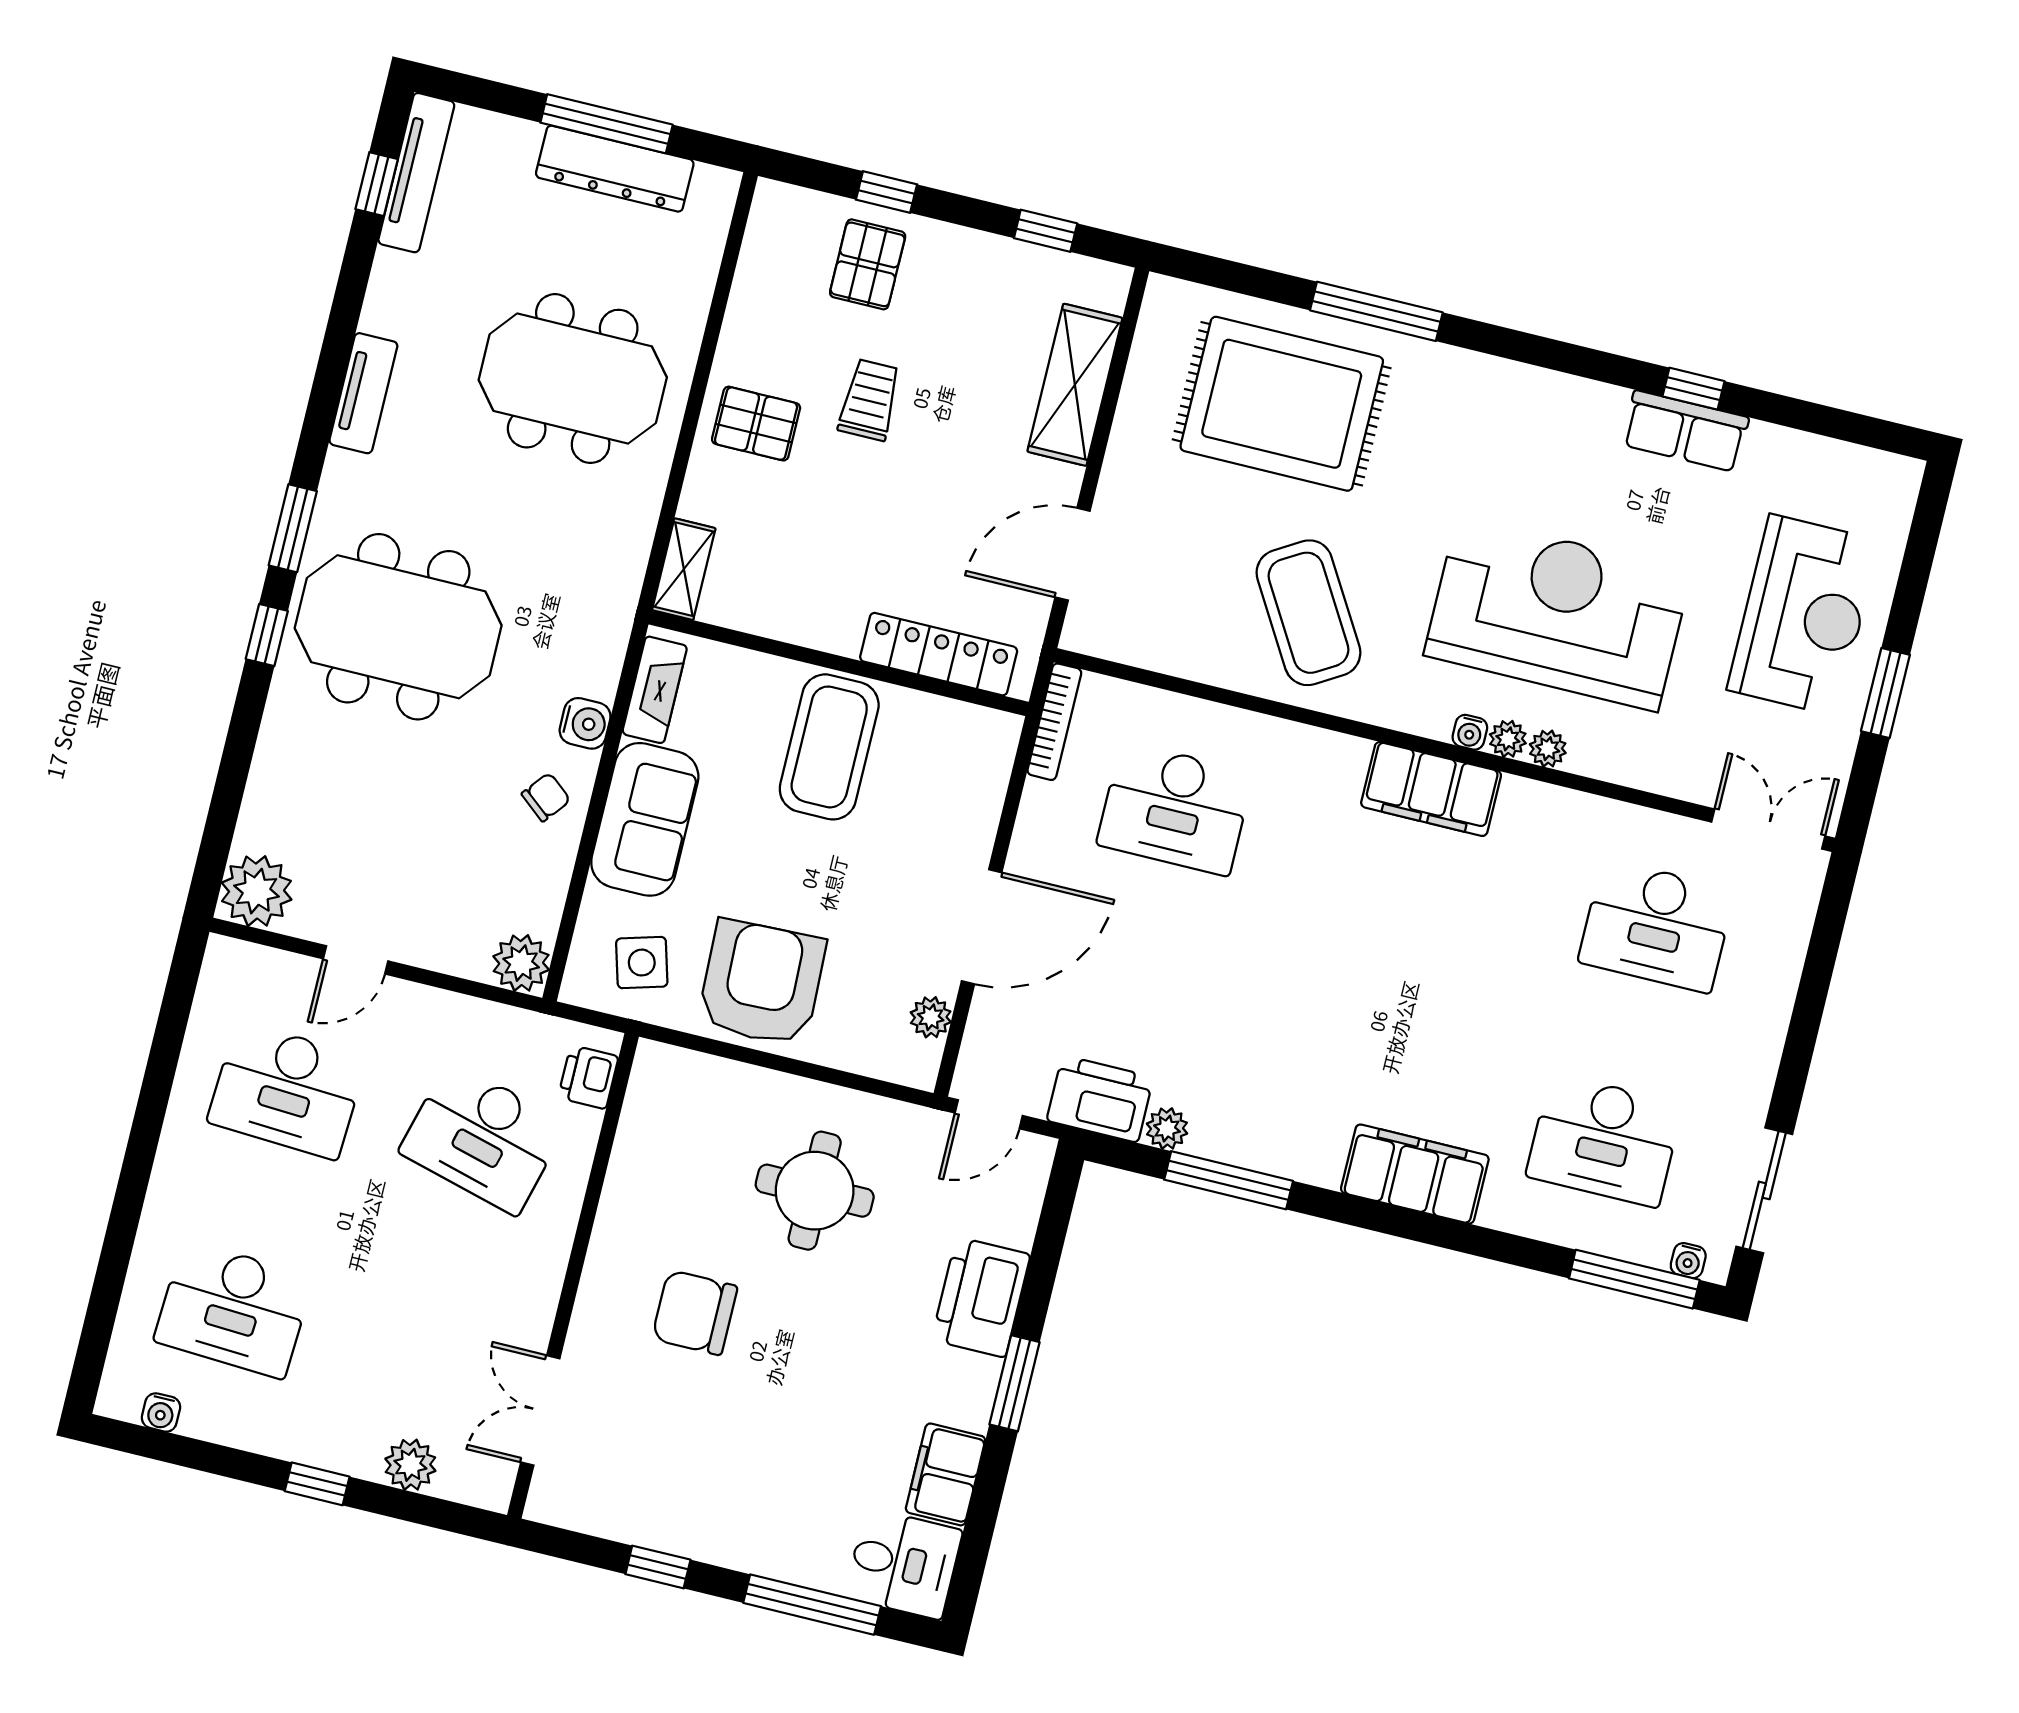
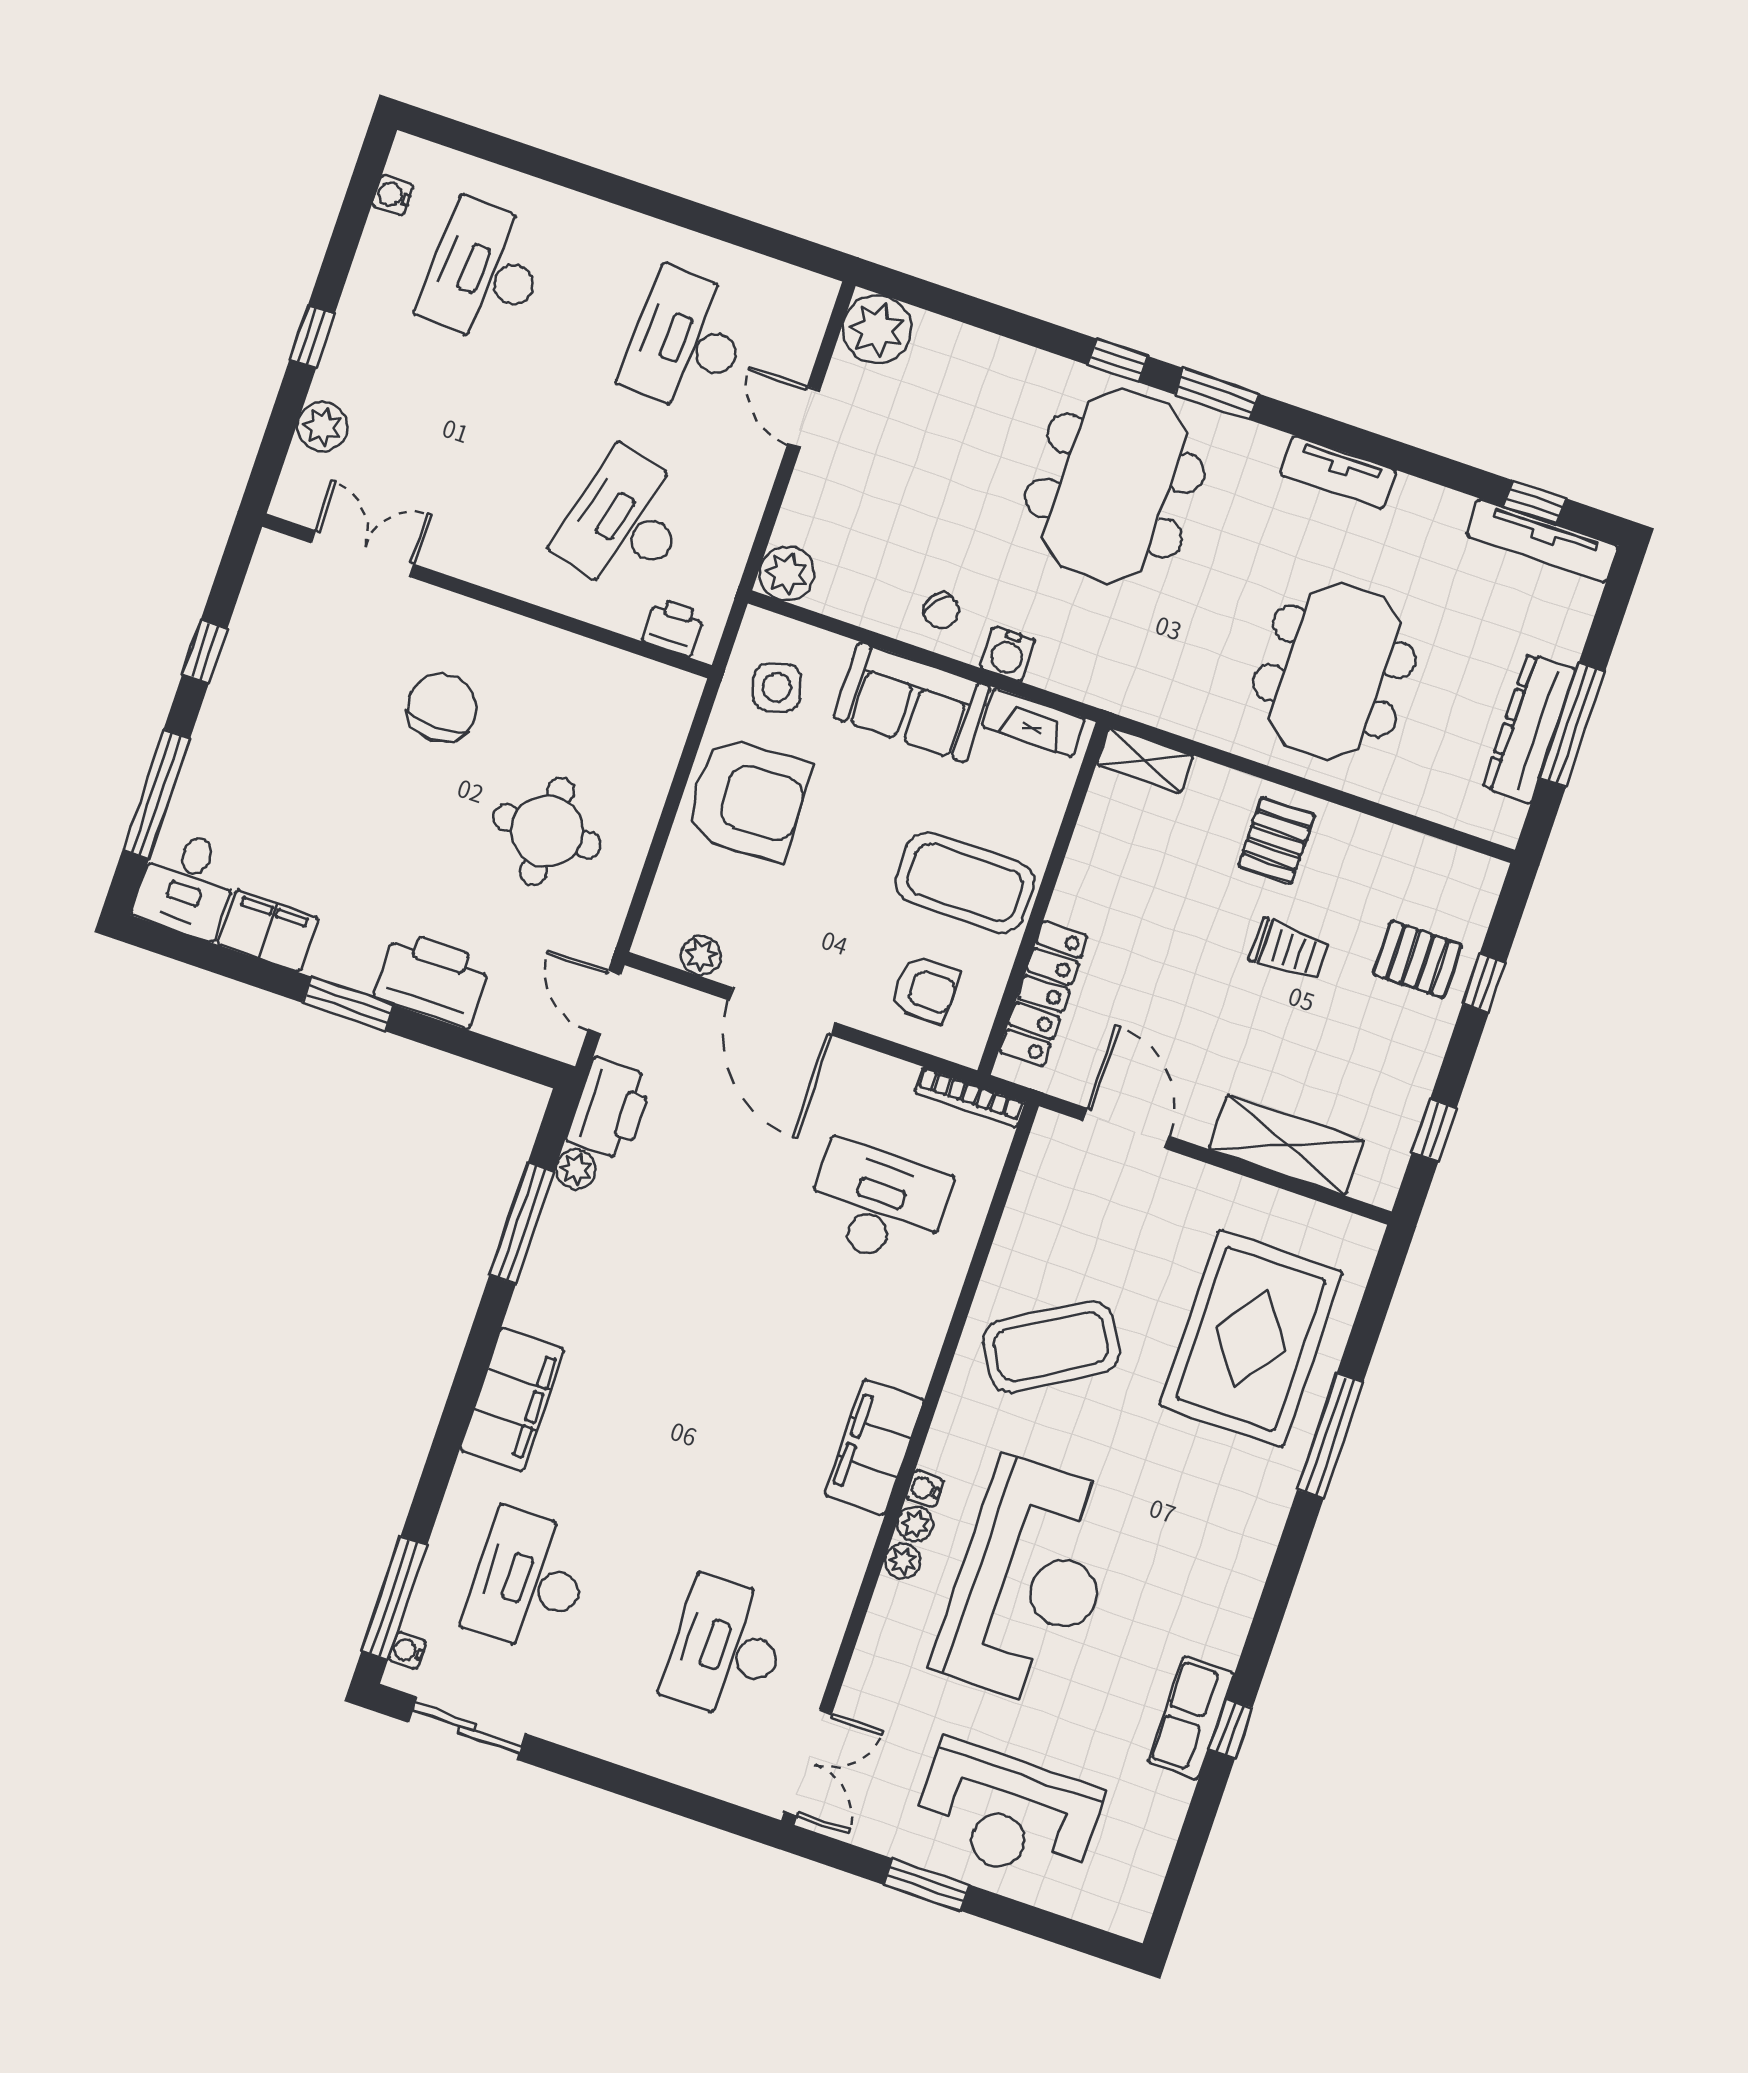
armchair: (945, 779) -> (925, 989), added
desk: (1175, 809) -> (877, 1204), turned 90

